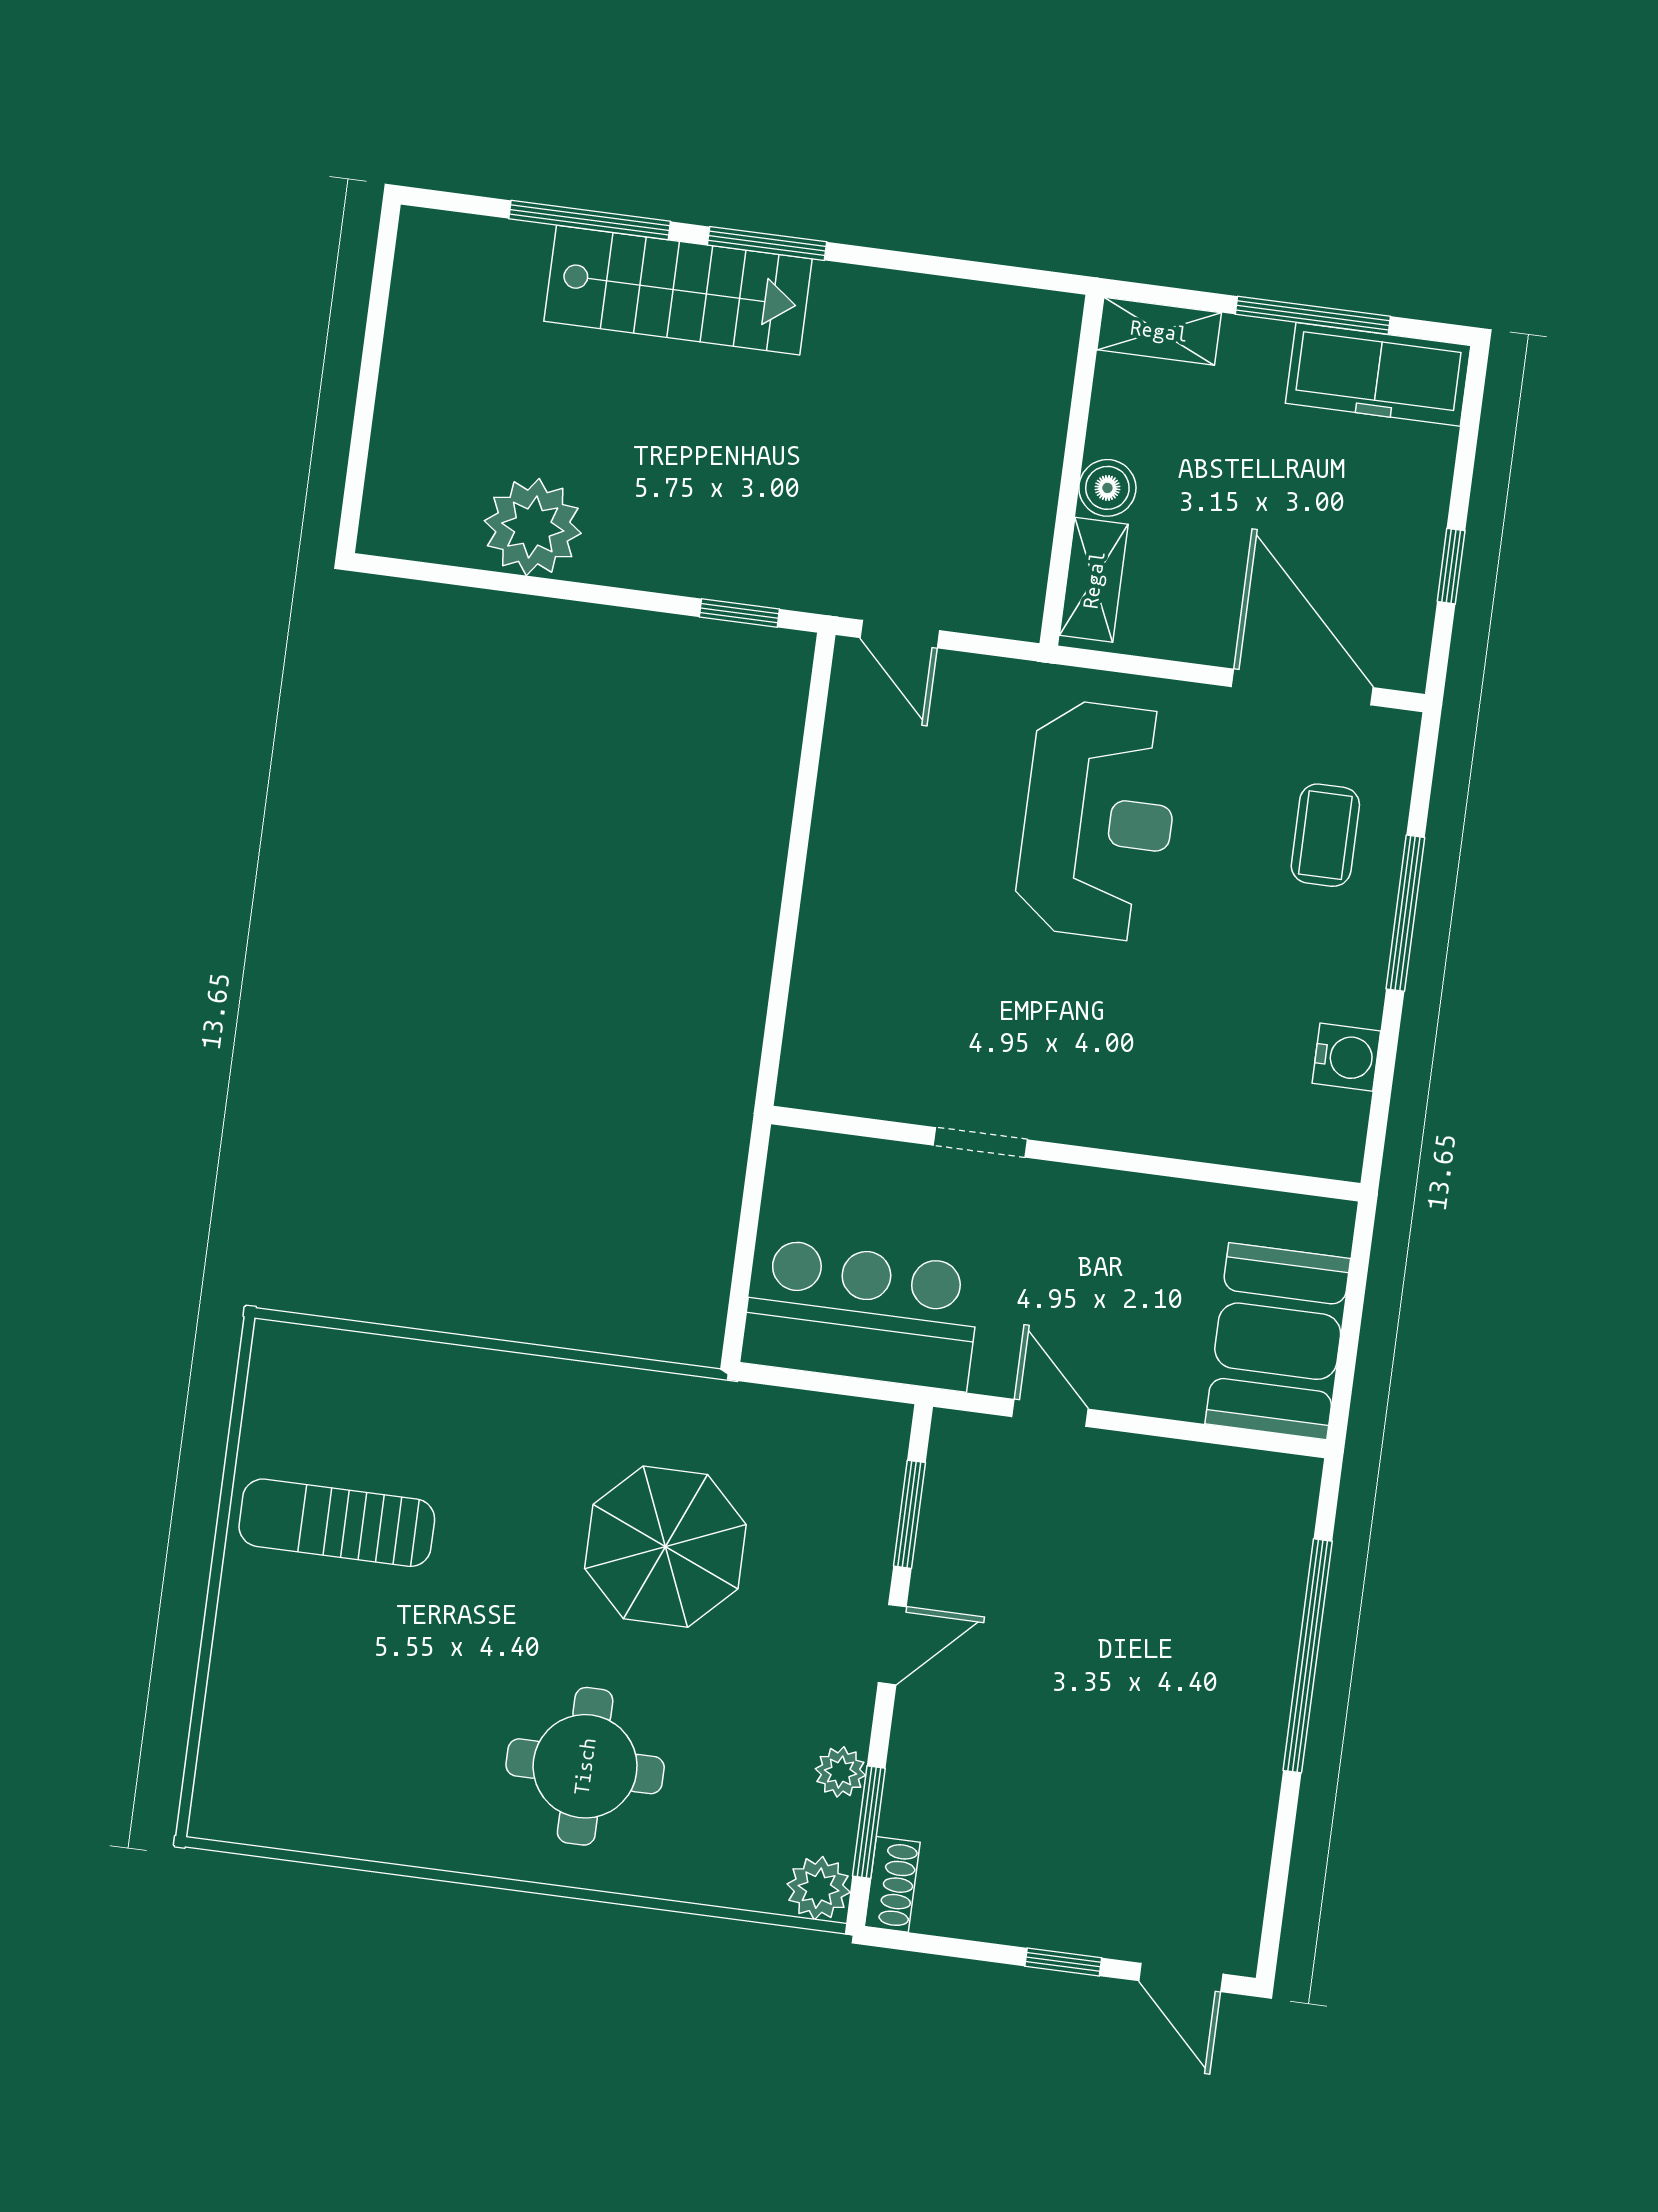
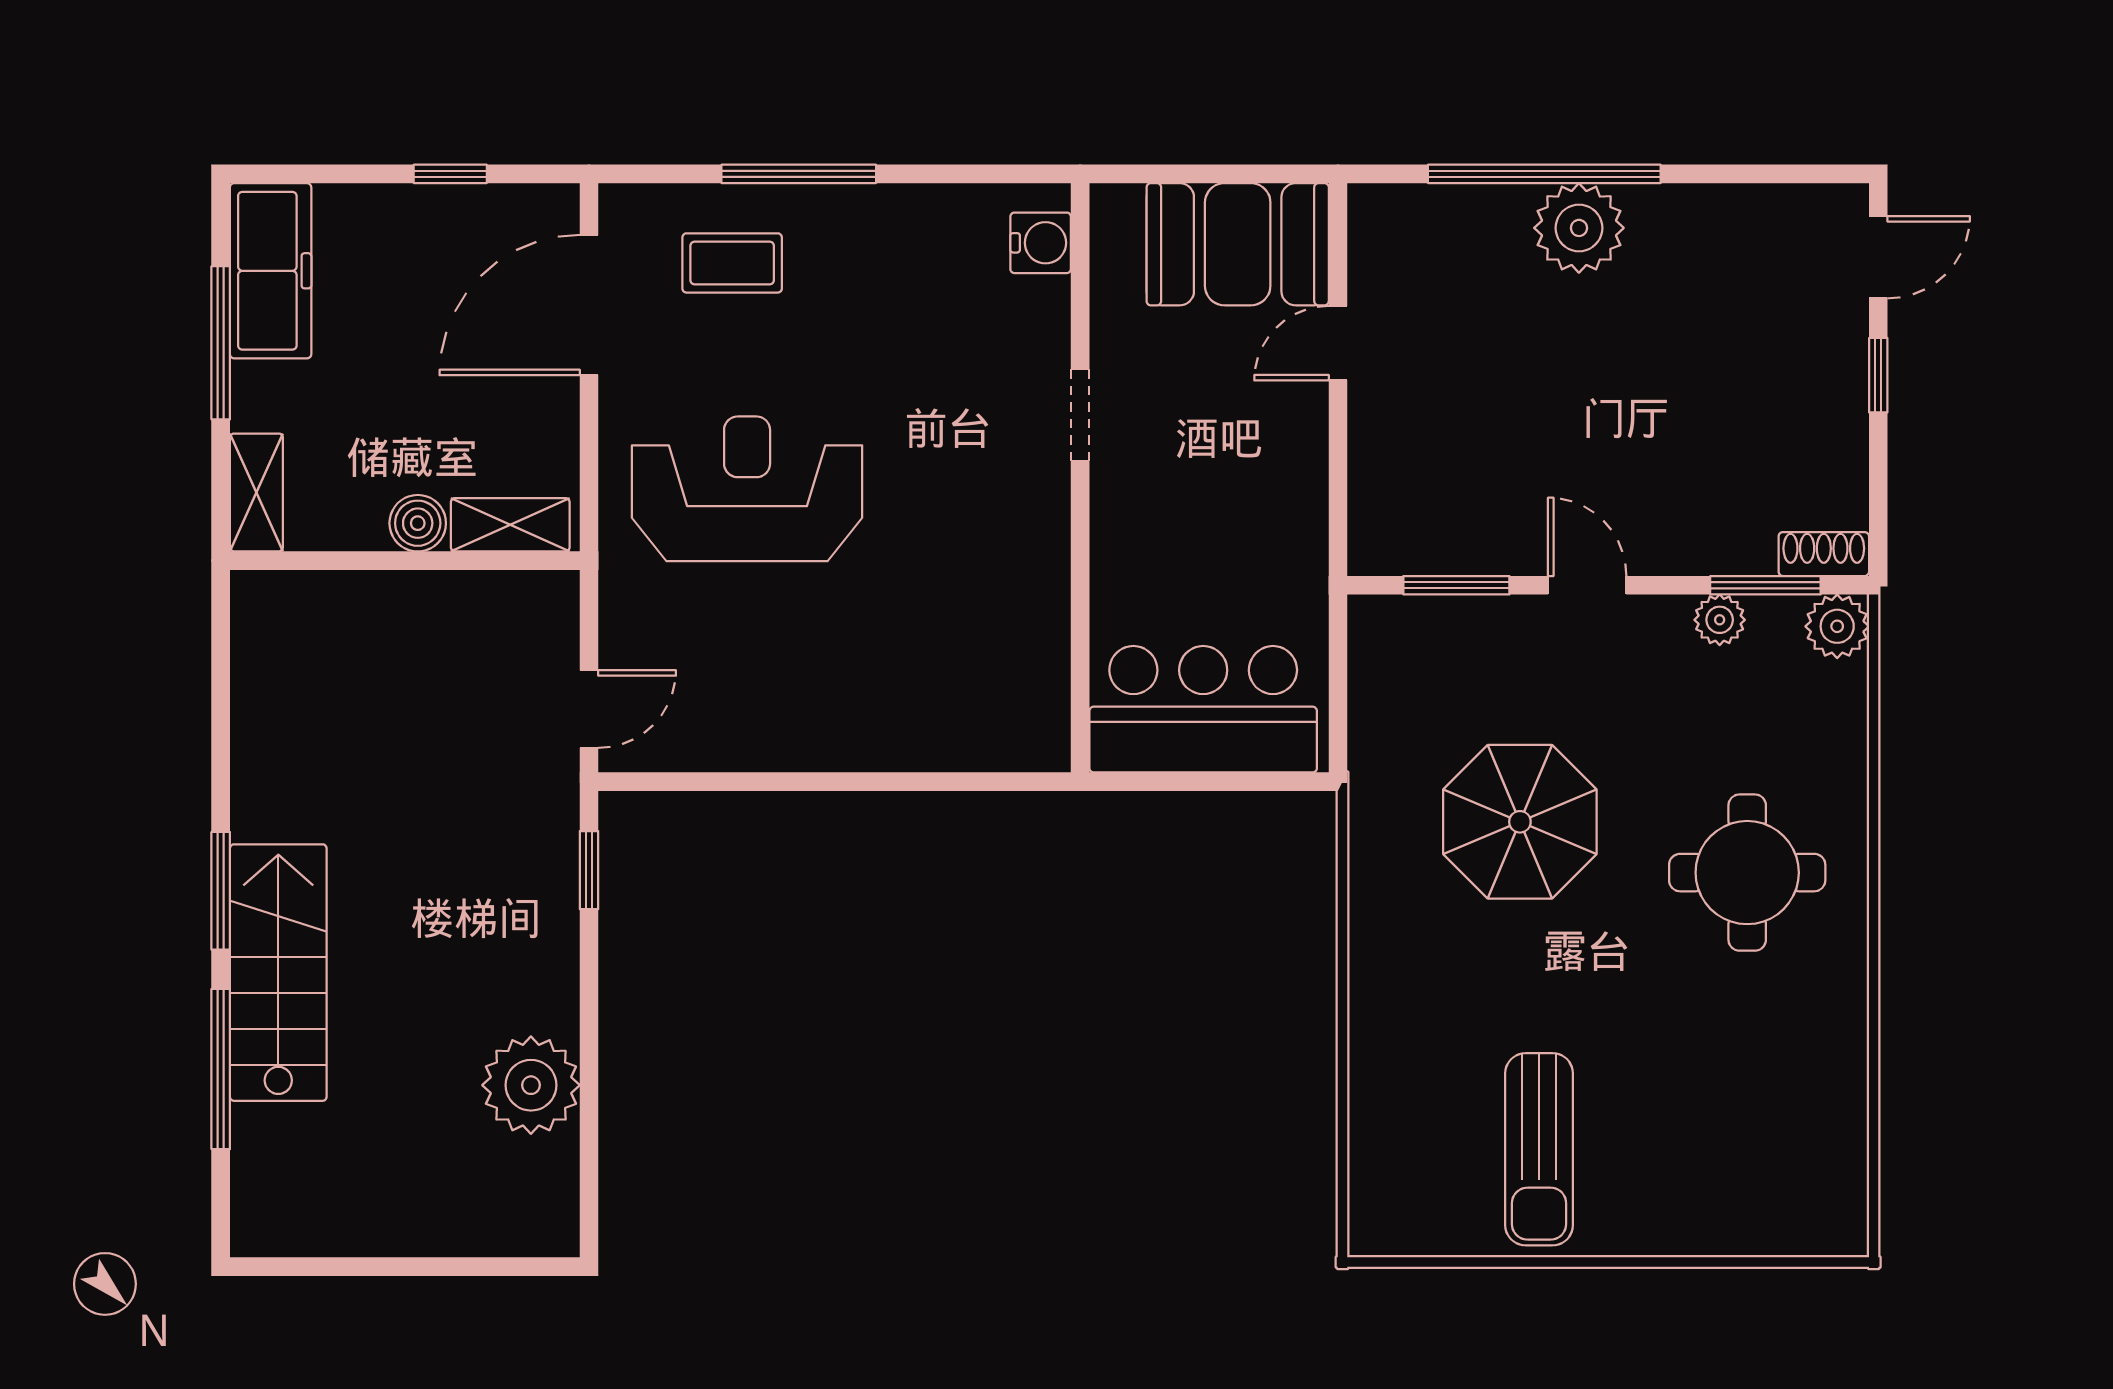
water cooler: (1346, 1057) -> (1041, 243), moved, turned 90
doorway: (980, 1142) -> (1080, 415), moved
bar counter: (861, 1315) -> (1203, 709), moved, turned 90
door: (1050, 1413) -> (1338, 343), moved
plant: (1249, 1683) -> (1579, 228), added

